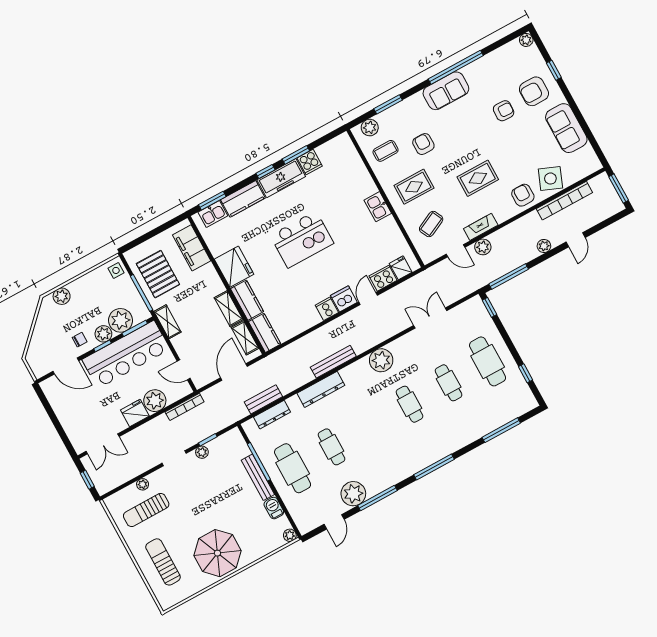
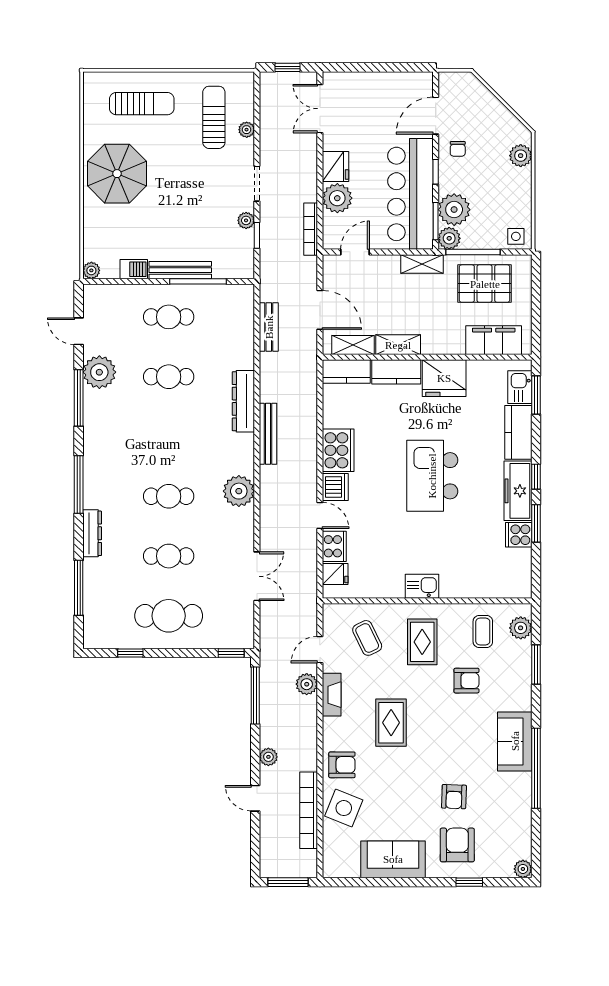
cooker: (327, 309) -> (338, 450), width x1.87, depth x1.31
plant: (103, 334) -> (449, 238), moved
dresser: (272, 415) -> (92, 533), moved, turned 180
cafe table: (293, 468) -> (169, 317), width x0.73, depth x0.74

